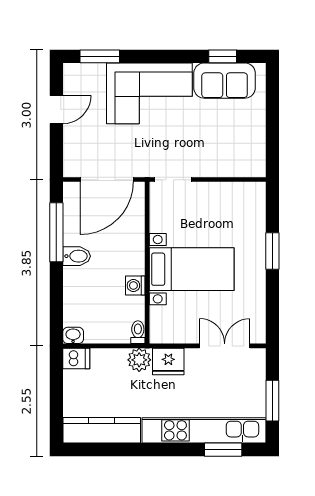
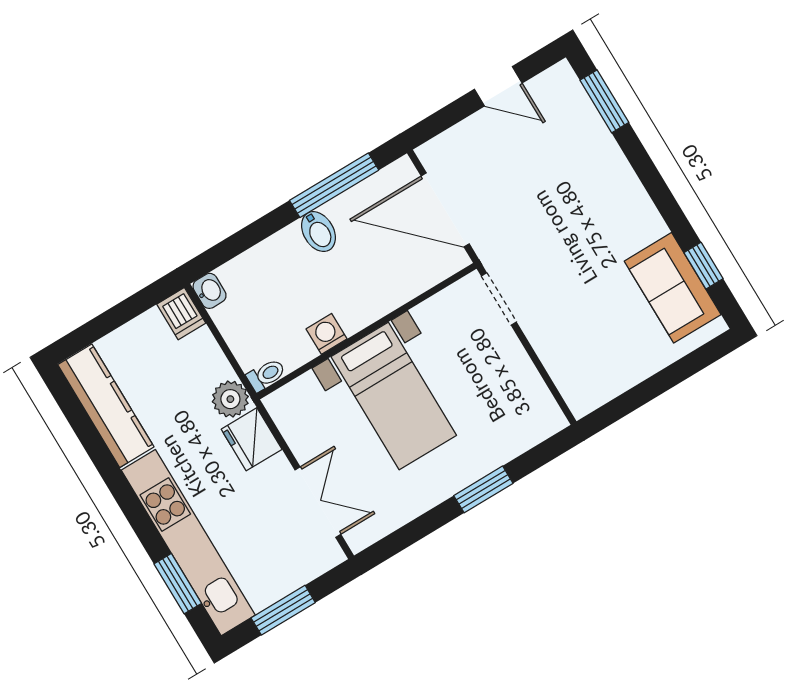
corner sofa: (149, 93) -> (595, 198), removed

